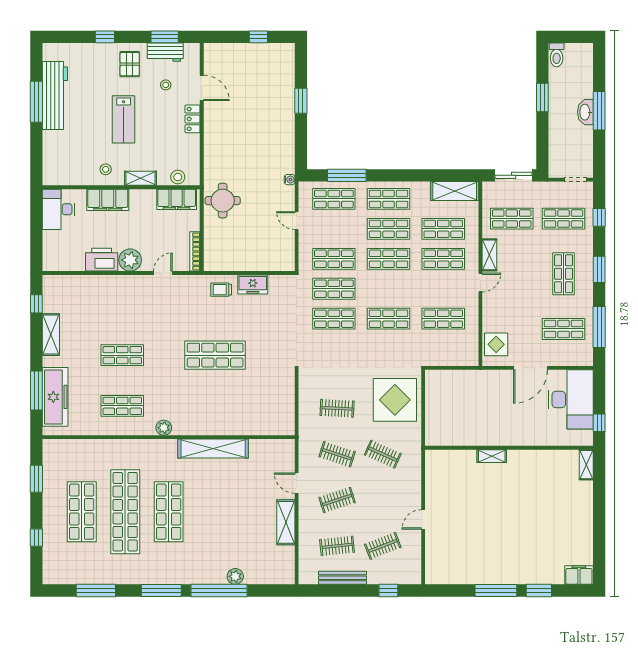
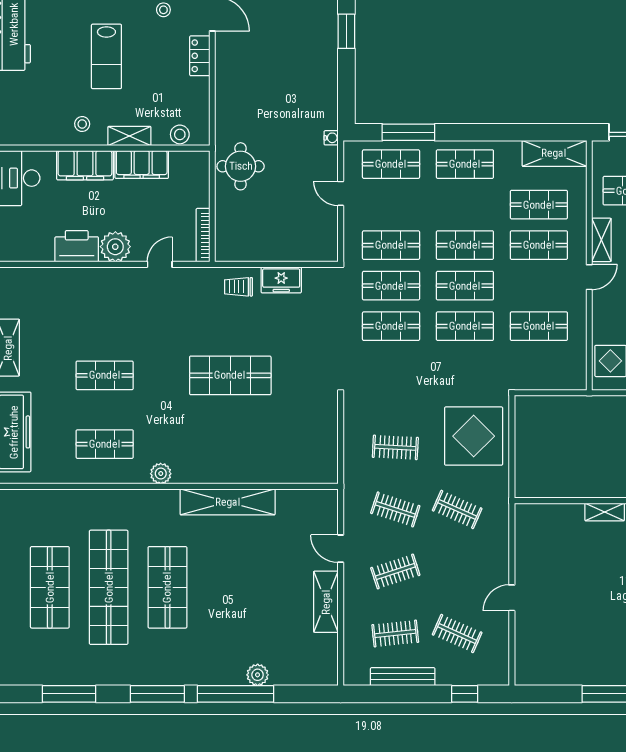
filing cabinet: (177, 199) -> (142, 165), moved
shop shelf: (389, 229) -> (465, 286), moved
clothes rail: (383, 546) -> (457, 634), turned 45

